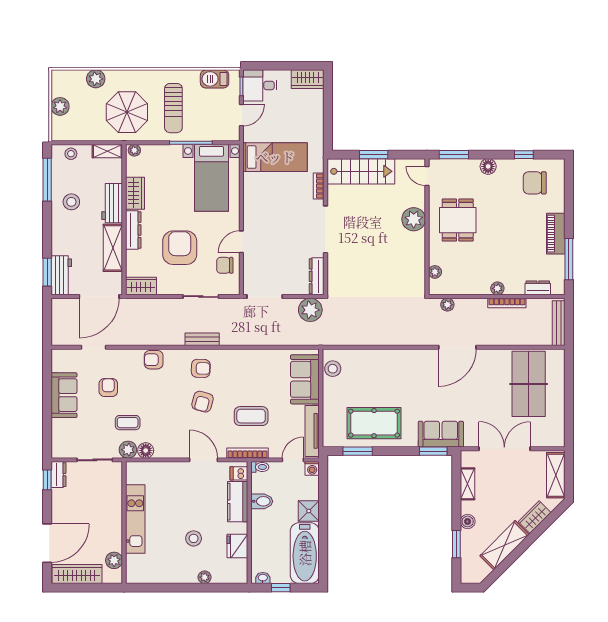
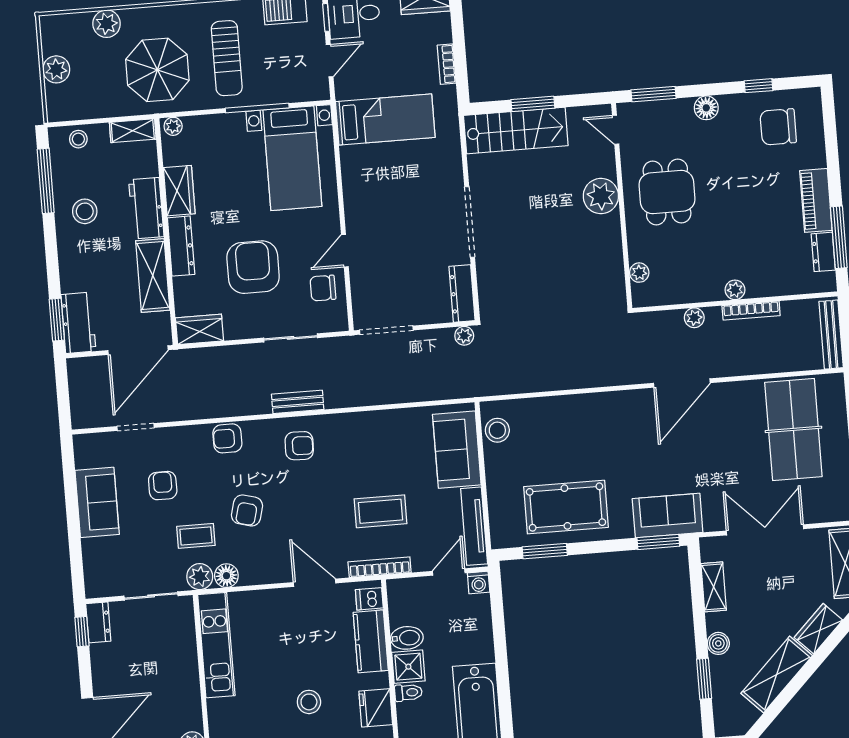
bookcase: (319, 186) -> (447, 64), moved
dresser: (538, 288) -> (823, 252), moved, turned -90
plant: (447, 305) -> (694, 318), moved
plant: (310, 310) -> (464, 336), width x0.53, depth x0.53
armchair: (202, 402) -> (247, 510), moved
toilet: (260, 467) -> (408, 693), moved
shower: (309, 511) -> (408, 667), moved
kitchen unit: (135, 519) -> (216, 645), moved

